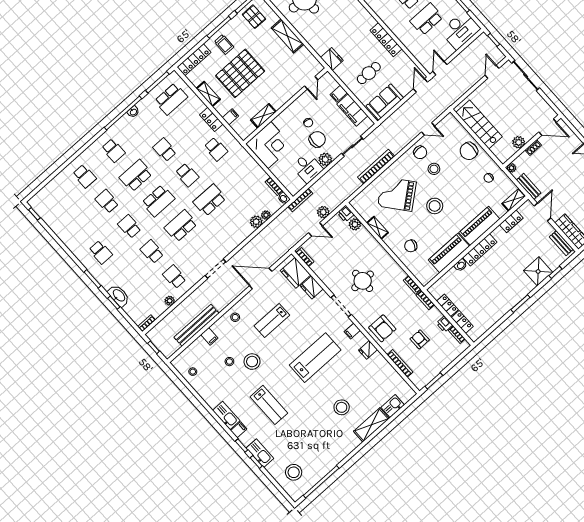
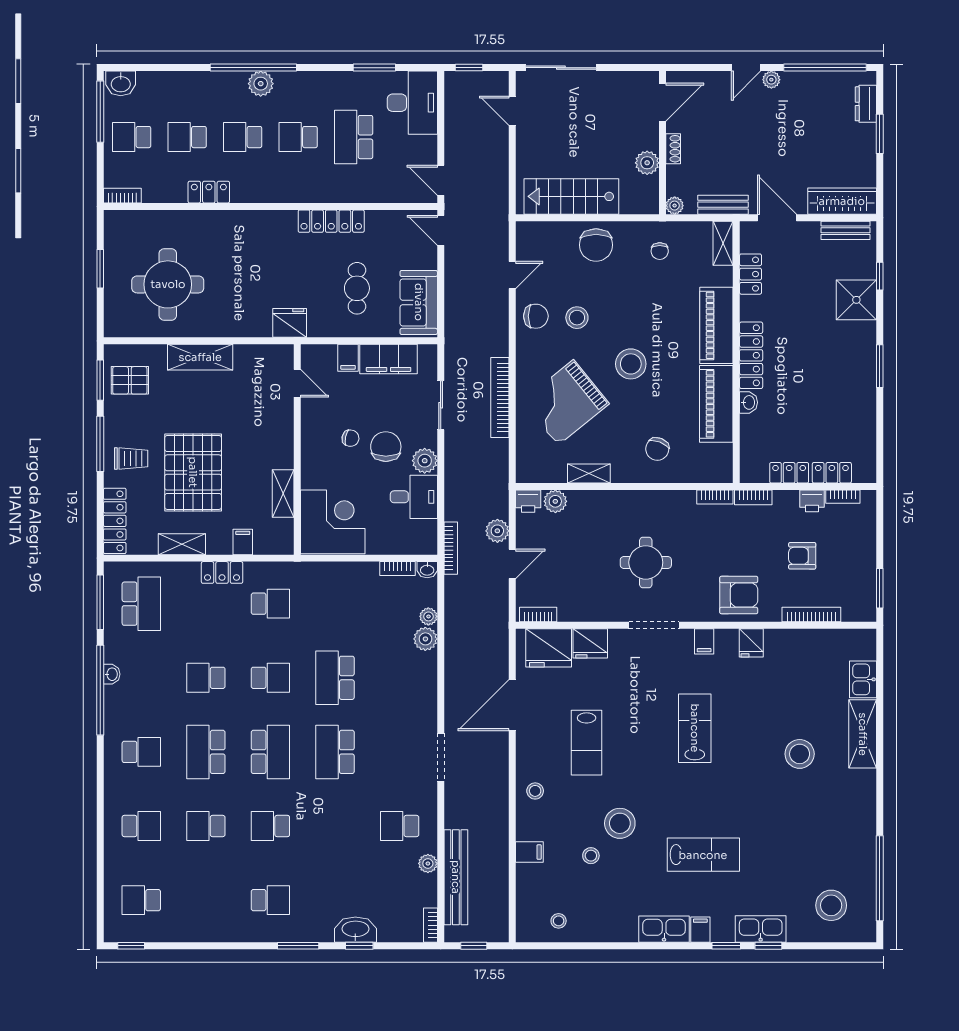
school desk: (152, 252) -> (141, 900), moved
bench: (197, 325) -> (456, 877), moved
lab bench: (315, 358) -> (695, 728), width x0.73, depth x0.72

